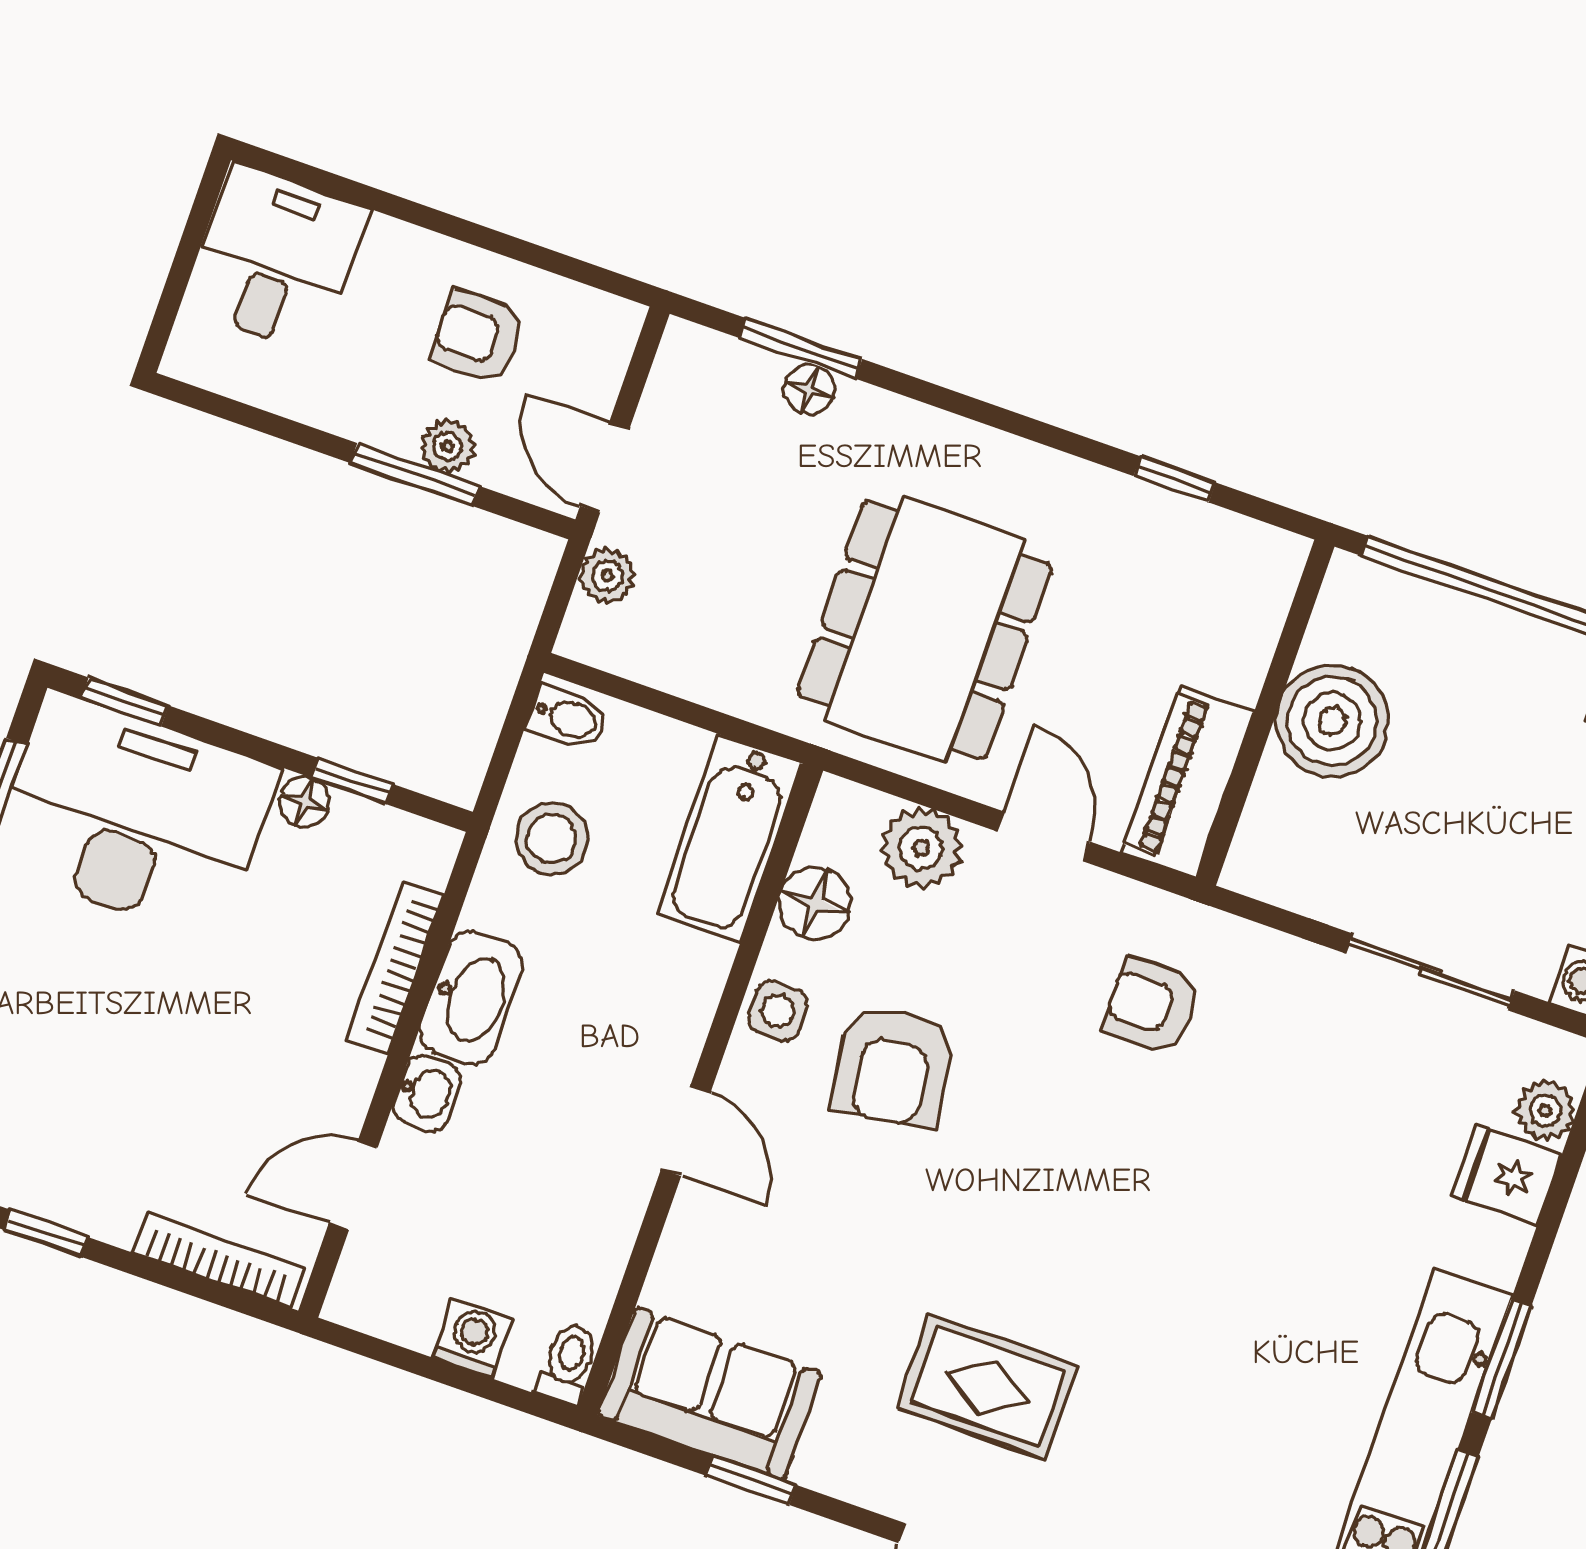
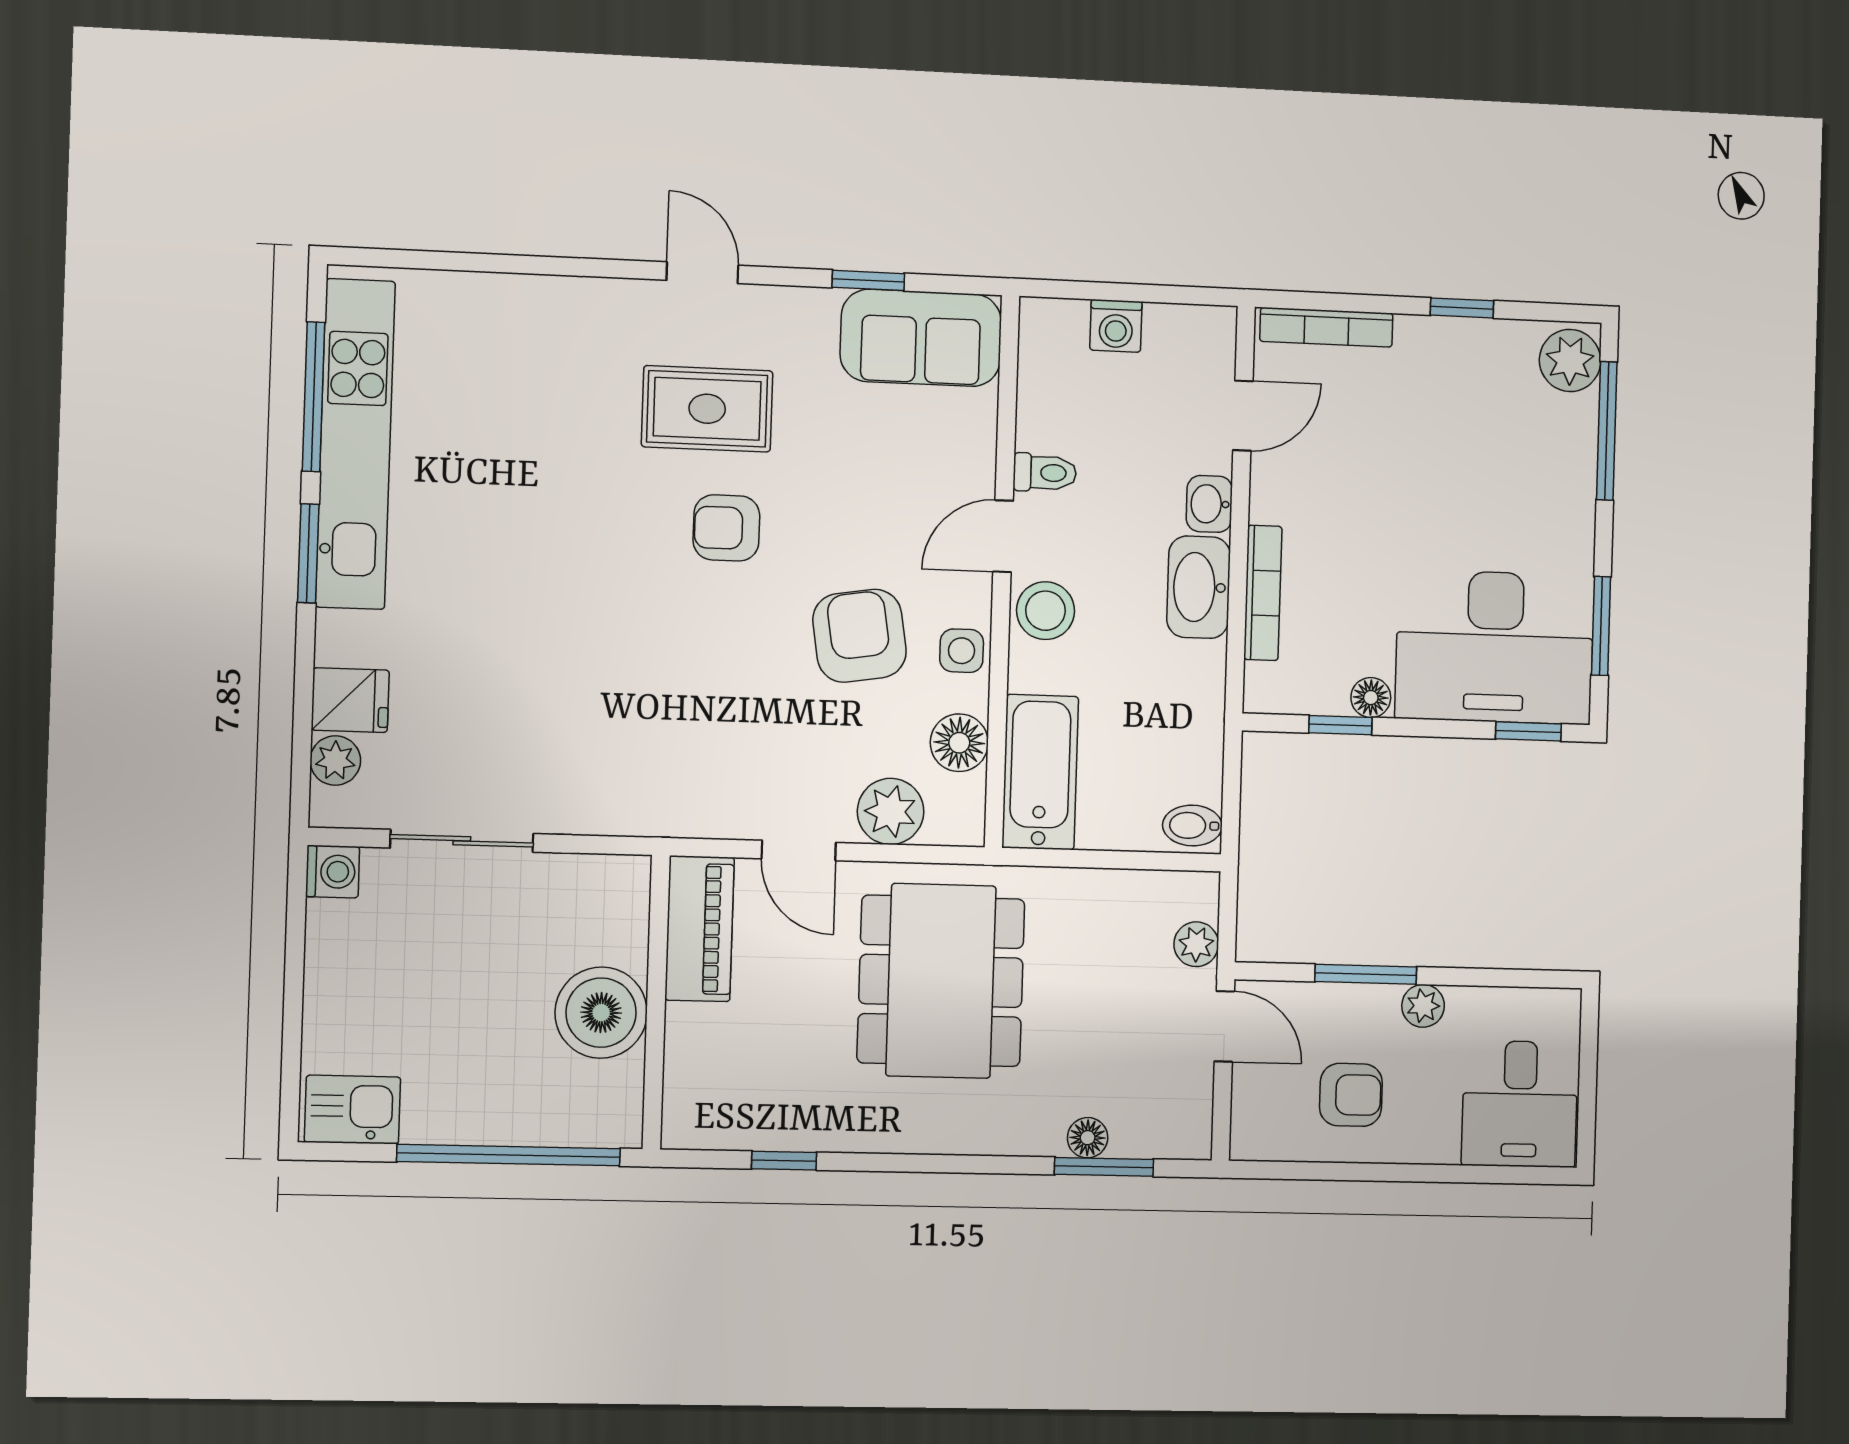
plant: (448, 446) -> (1423, 1006), moved
stool: (551, 839) -> (1045, 611), moved
armchair: (1151, 1006) -> (726, 528), moved, turned 180
door: (686, 1131) -> (1003, 536), hinge flipped
toilet: (568, 1364) -> (1045, 473), moved, turned -90

